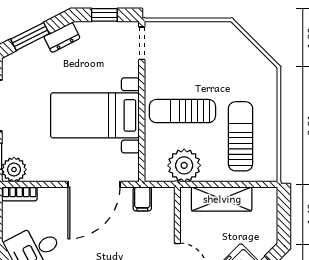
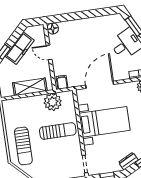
sun lounger: (241, 136) -> (23, 146), moved
filing cabinet: (142, 199) -> (62, 82), moved

